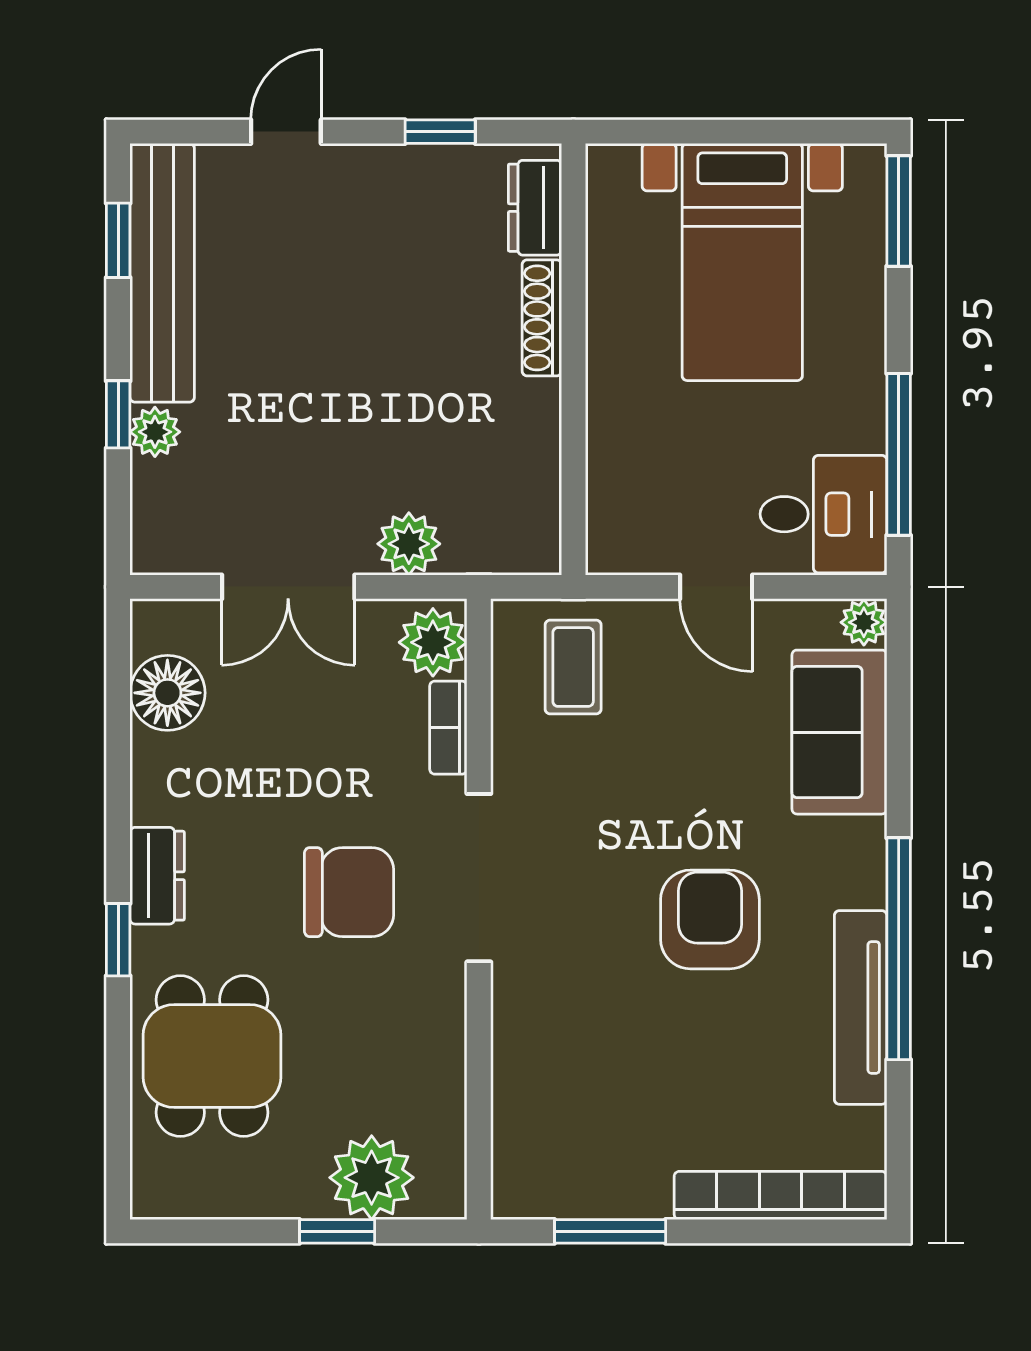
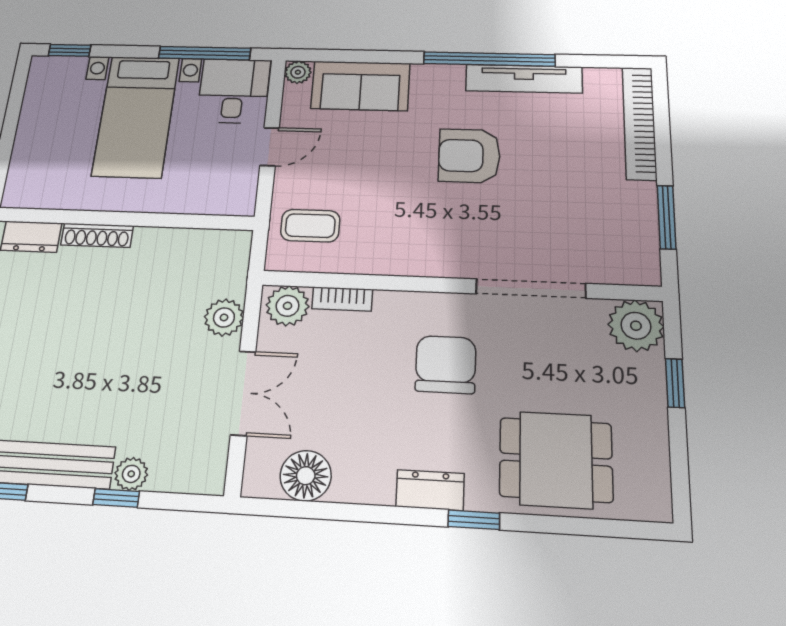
window: (899, 211) -> (70, 50), width x0.67
bed with nightstands: (742, 262) -> (136, 116), moved, turned 90
doorway: (479, 878) -> (531, 289), moved
plant: (372, 1178) -> (636, 326), moved

